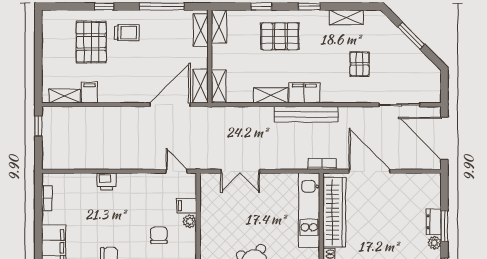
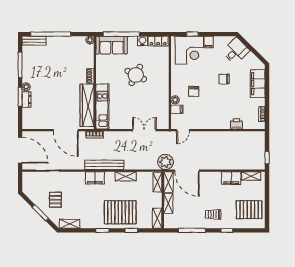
shelving: (346, 17) -> (70, 224), moved
shelving: (201, 30) -> (168, 203), moved
pallet: (280, 36) -> (120, 212), width x1.37, depth x1.41
pallet: (91, 42) -> (249, 210), moved, turned 90
pallet: (360, 64) -> (55, 200), moved
filing cabinet: (89, 93) -> (231, 178), width x2.00
filing cabinet: (304, 93) -> (95, 178), moved
door: (170, 105) -> (187, 171), hinge flipped
plant: (205, 119) -> (166, 162), added
door: (177, 171) -> (183, 130), hinge flipped
printer: (107, 181) -> (236, 124), moved

